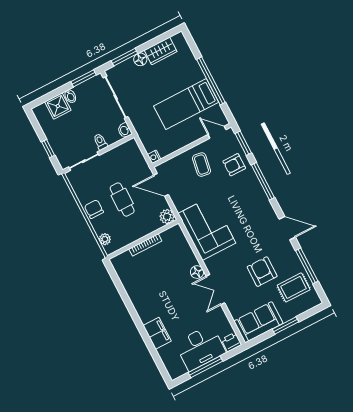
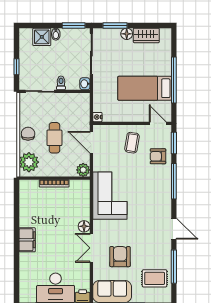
plant: (105, 239) -> (29, 162), width x1.87, depth x1.87
armchair: (262, 272) -> (120, 257), moved
filing cabinet: (157, 333) -> (27, 240), moved

